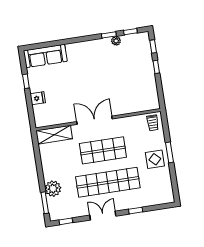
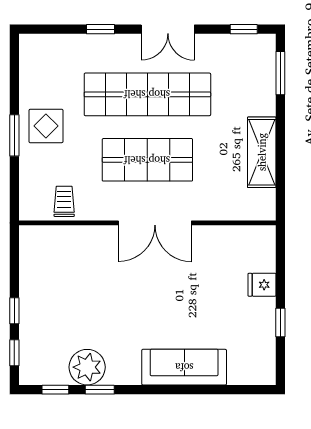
plant: (116, 41) -> (87, 367), width x1.87, depth x1.87
sofa: (45, 56) -> (184, 367), moved
trolley: (153, 123) -> (64, 201), moved
shelving: (54, 135) -> (262, 152), moved, turned 90
plant: (53, 189) -> (260, 99), removed

